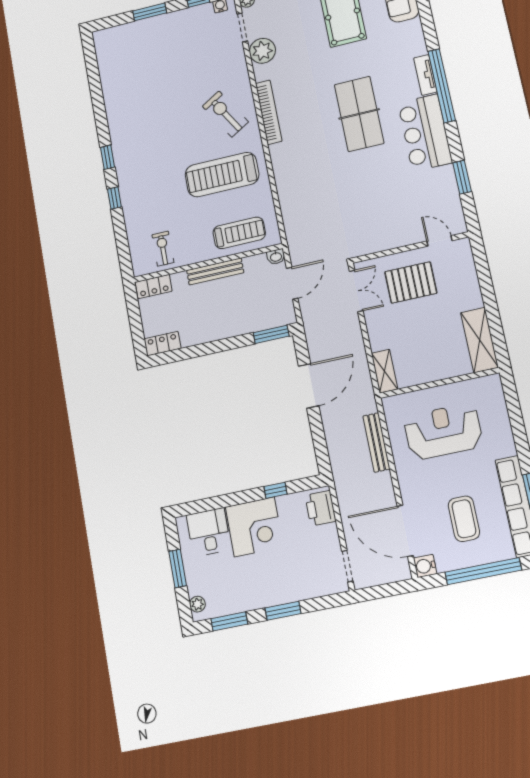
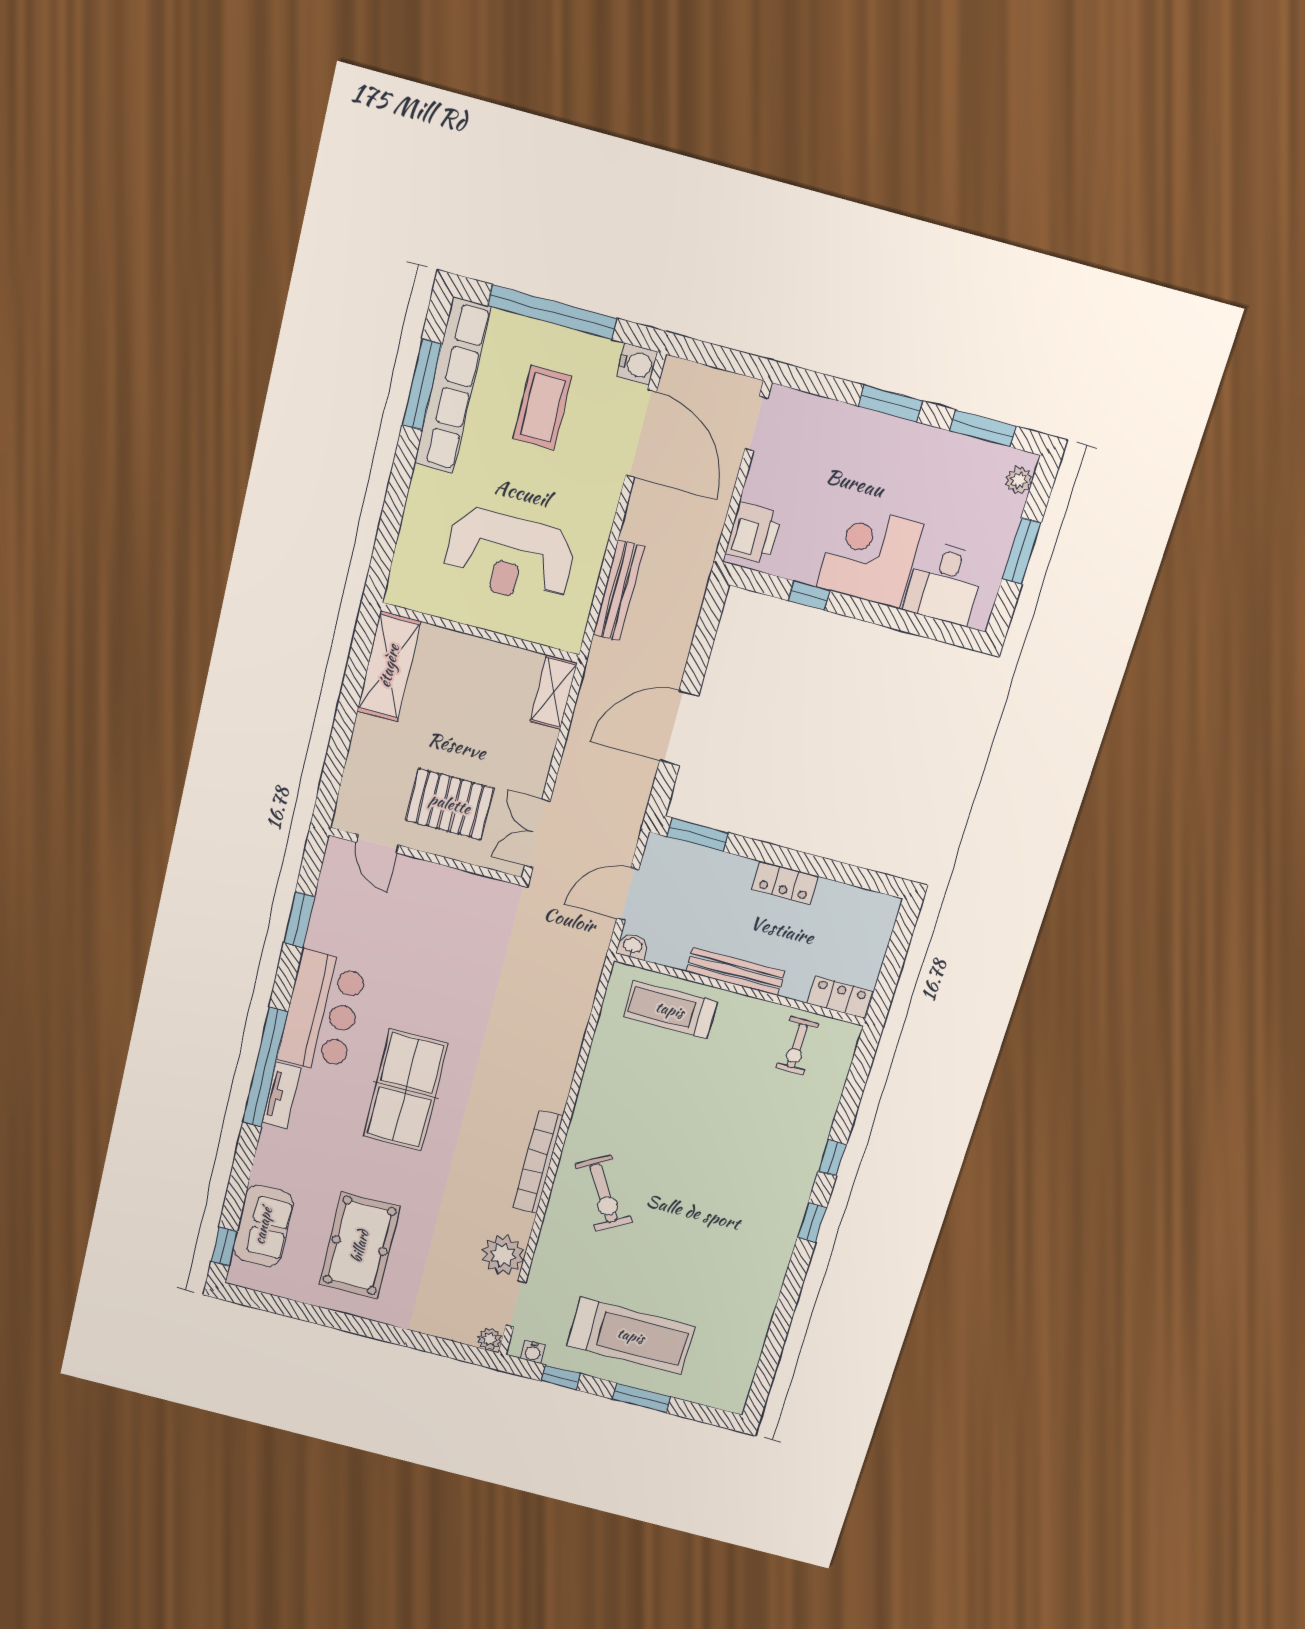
treadmill: (222, 175) -> (631, 1336), moved
locker: (163, 344) -> (785, 883), moved

